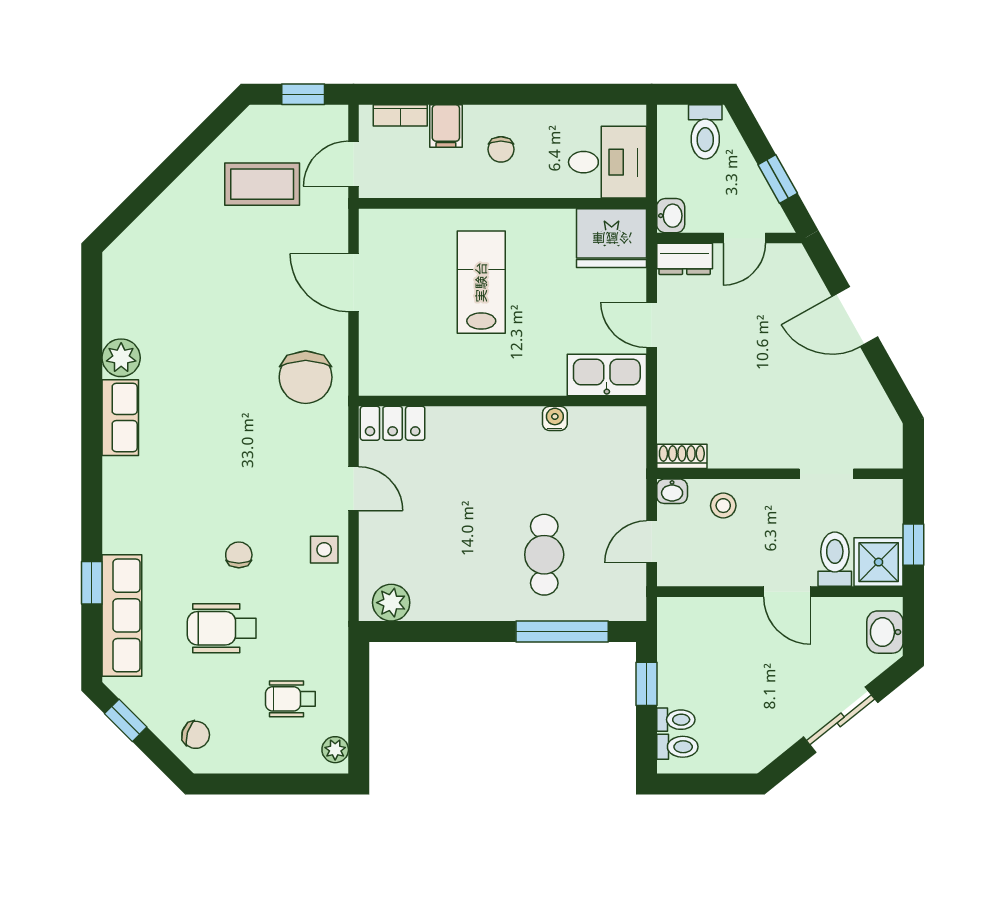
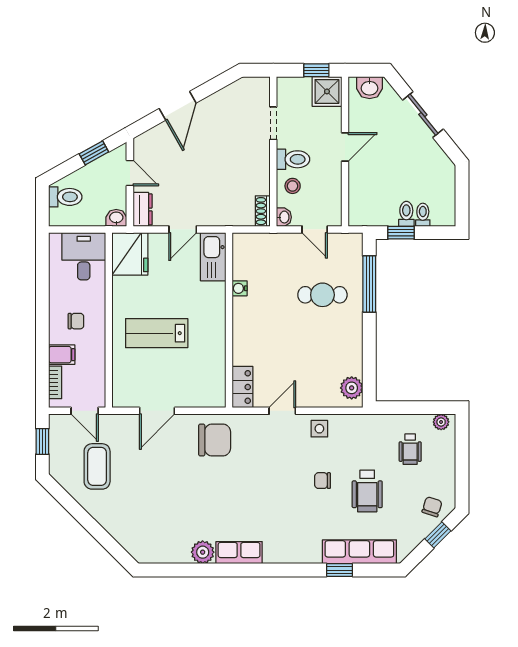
toilet: (835, 559) -> (293, 159), moved, turned 180
window: (126, 720) -> (438, 535), moved
toilet: (677, 747) -> (406, 214), moved

